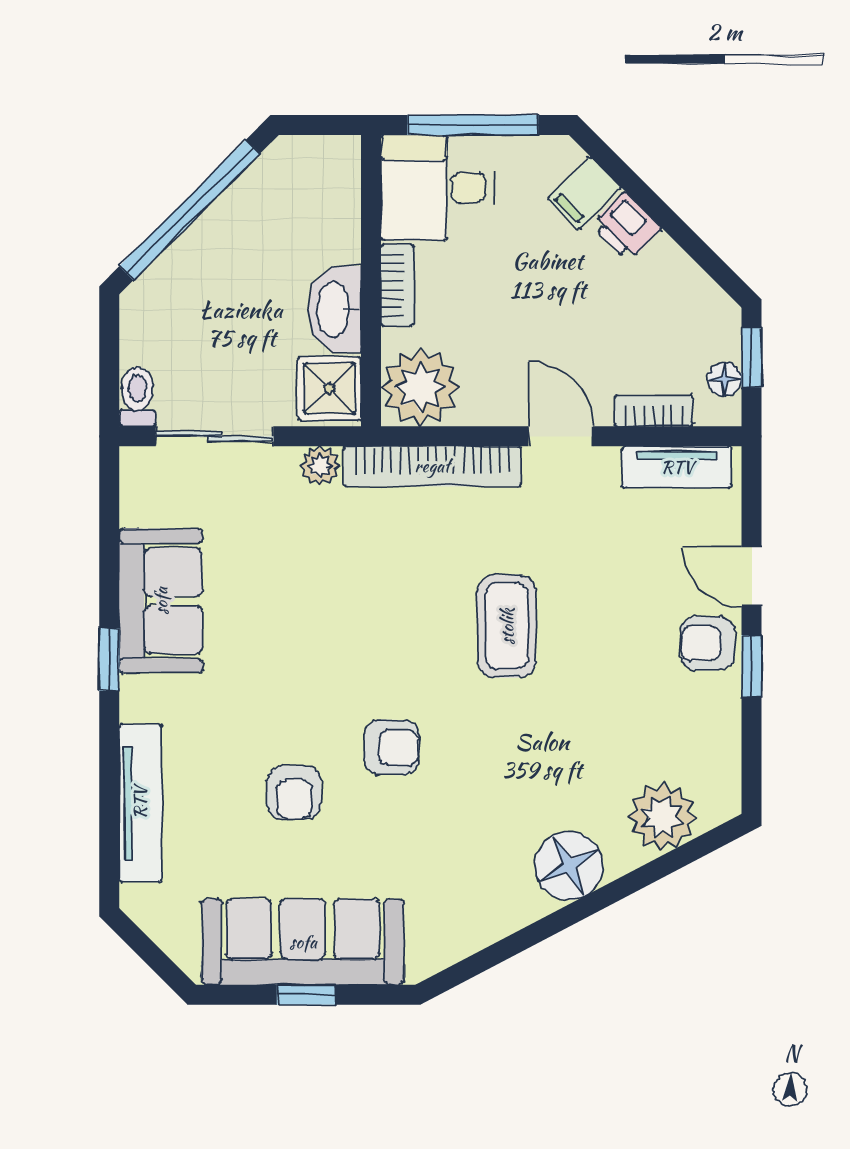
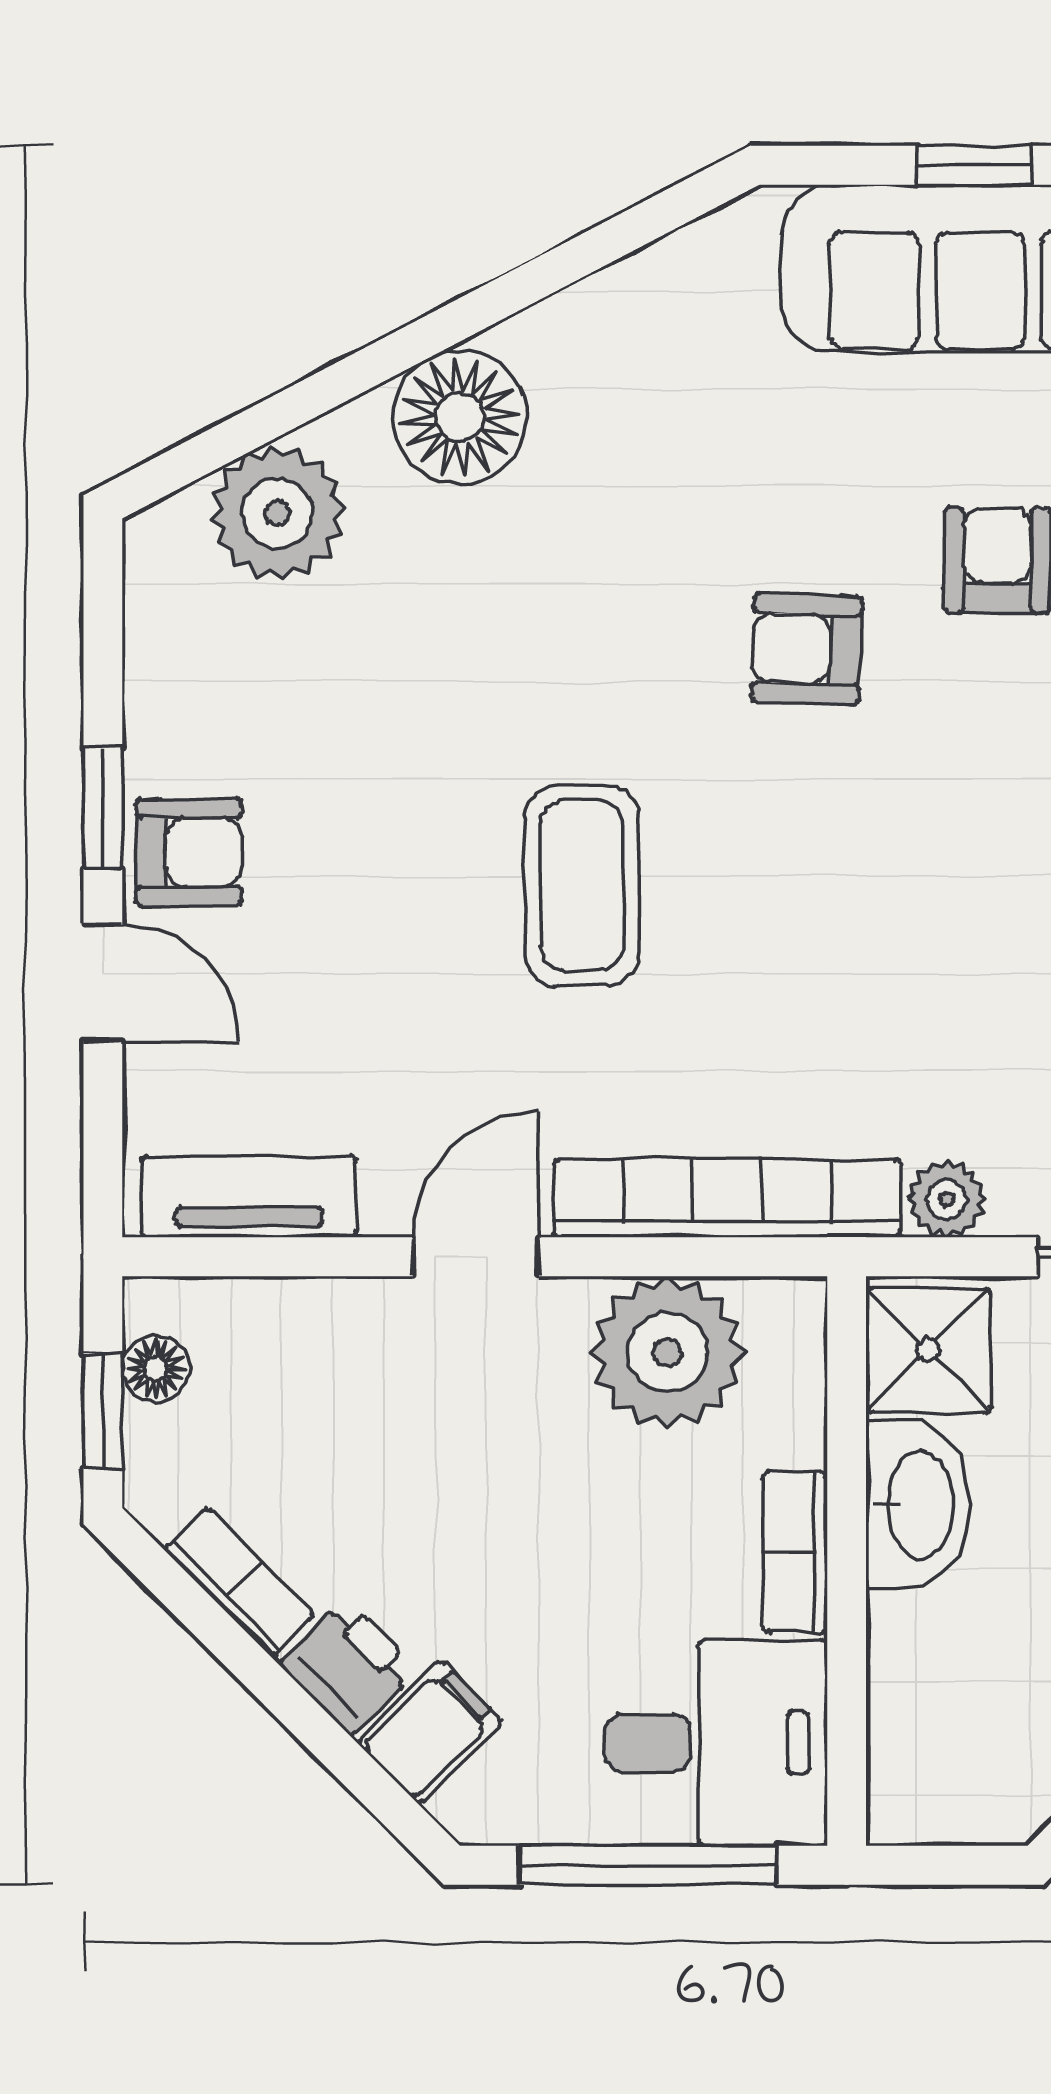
plant: (420, 387) -> (668, 1353), moved
bookcase: (654, 411) -> (239, 1582), moved, turned -135
door: (561, 436) -> (476, 1257), swing flipped

